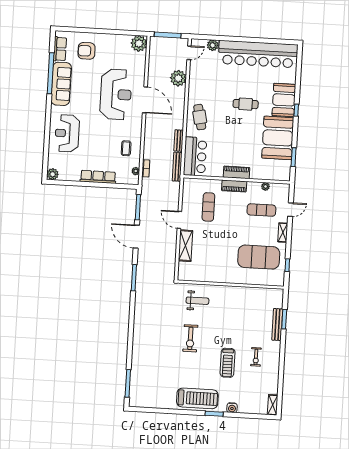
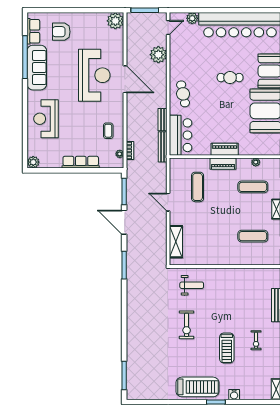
shelving: (185, 246) -> (176, 242), moved
exercise mat: (259, 257) -> (253, 236), width x0.50, depth x0.69

